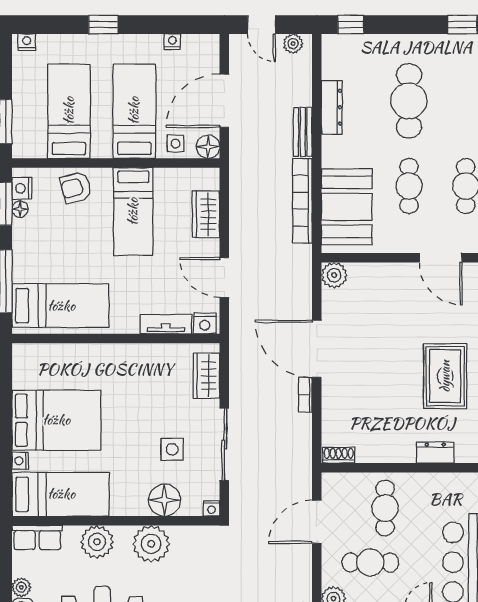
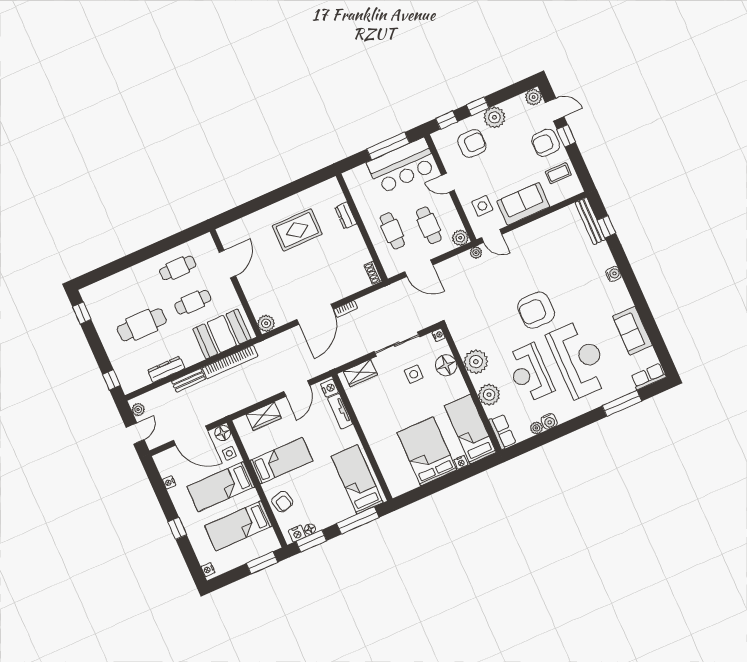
cafe table: (385, 508) -> (392, 231), turned 90

